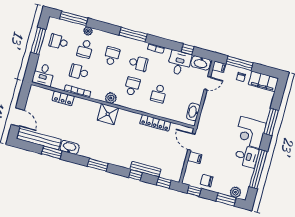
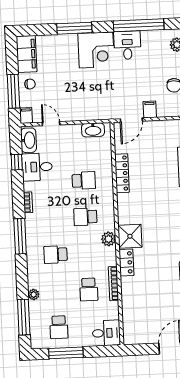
school desk: (85, 49) -> (57, 291), removed
school desk: (138, 63) -> (54, 218), removed
locker: (63, 98) -> (126, 262), moved

